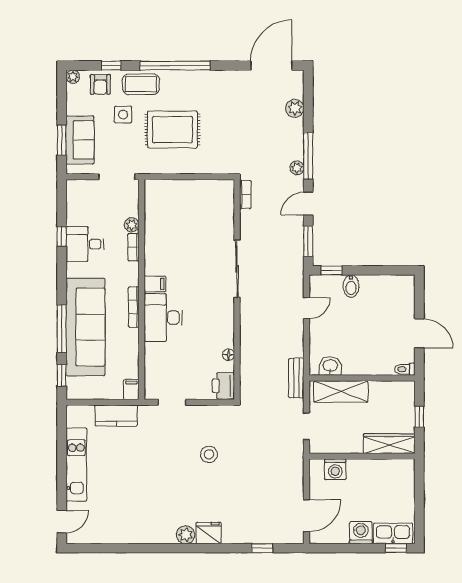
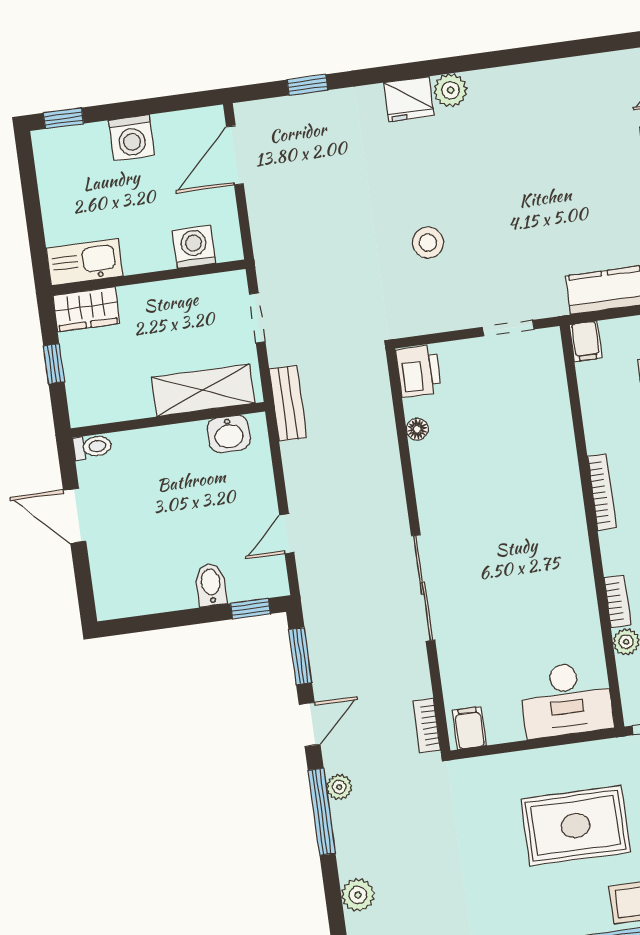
filing cabinet: (155, 284) -> (469, 728), moved, turned 90
desk: (163, 318) -> (566, 699), moved, turned 90
wardrobe: (389, 444) -> (86, 309), width x0.67
kitchen sink: (393, 533) -> (85, 262), moved, turned 180

